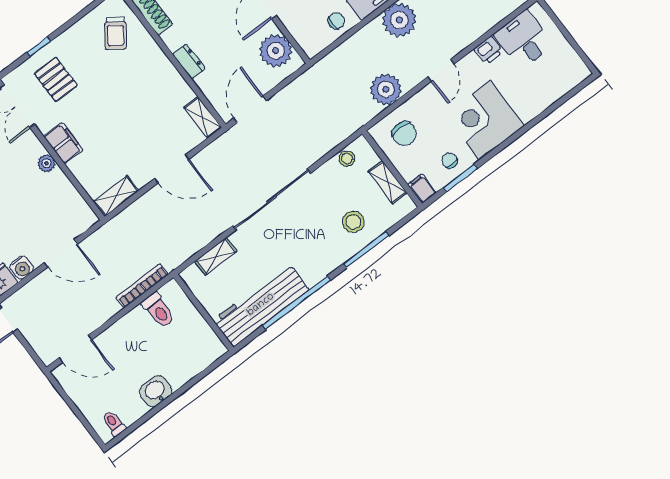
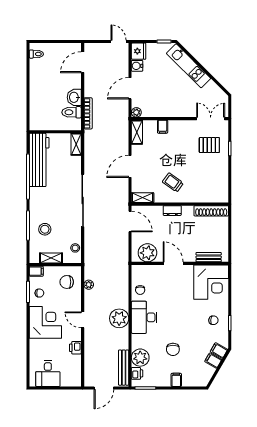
trolley: (116, 33) -> (173, 182), moved
desk: (524, 40) -> (48, 374), moved, turned 90
plant: (386, 89) -> (89, 285), width x0.53, depth x0.53
filing cabinet: (63, 143) -> (163, 127), moved, width x0.50
plant: (46, 163) -> (136, 112), moved
shelving: (216, 256) -> (76, 144), moved
washbasin: (156, 391) -> (74, 97), moved, turned 180

